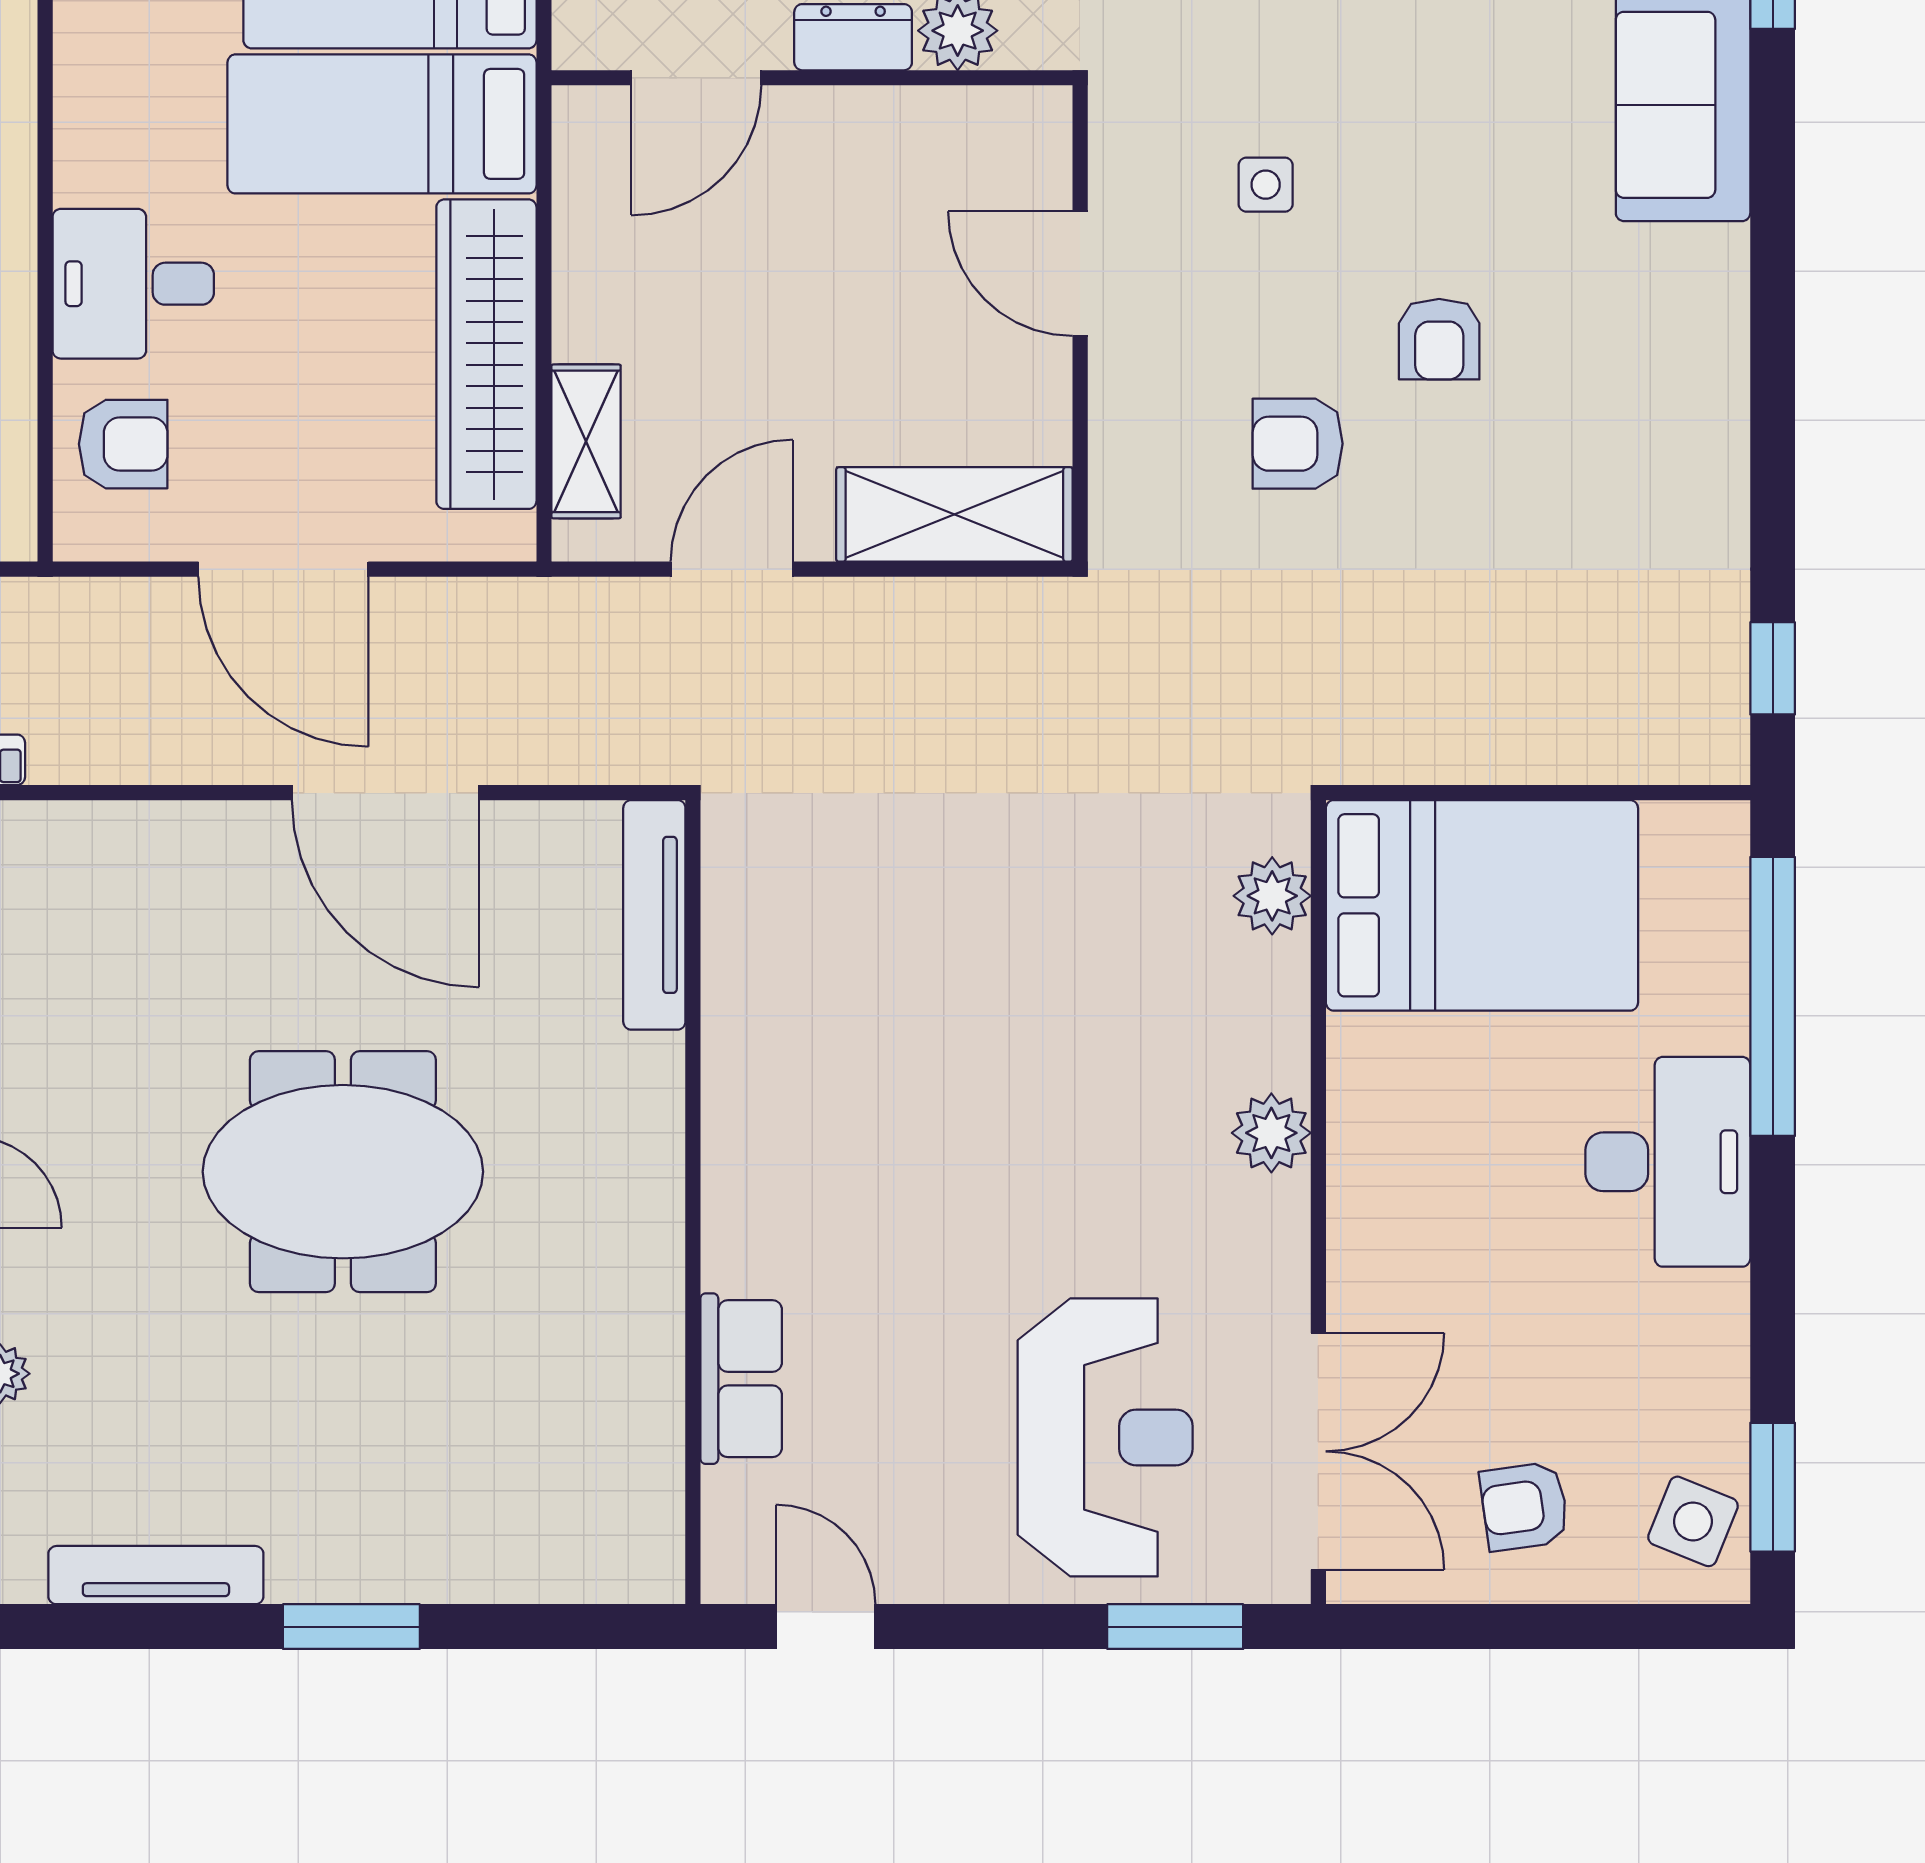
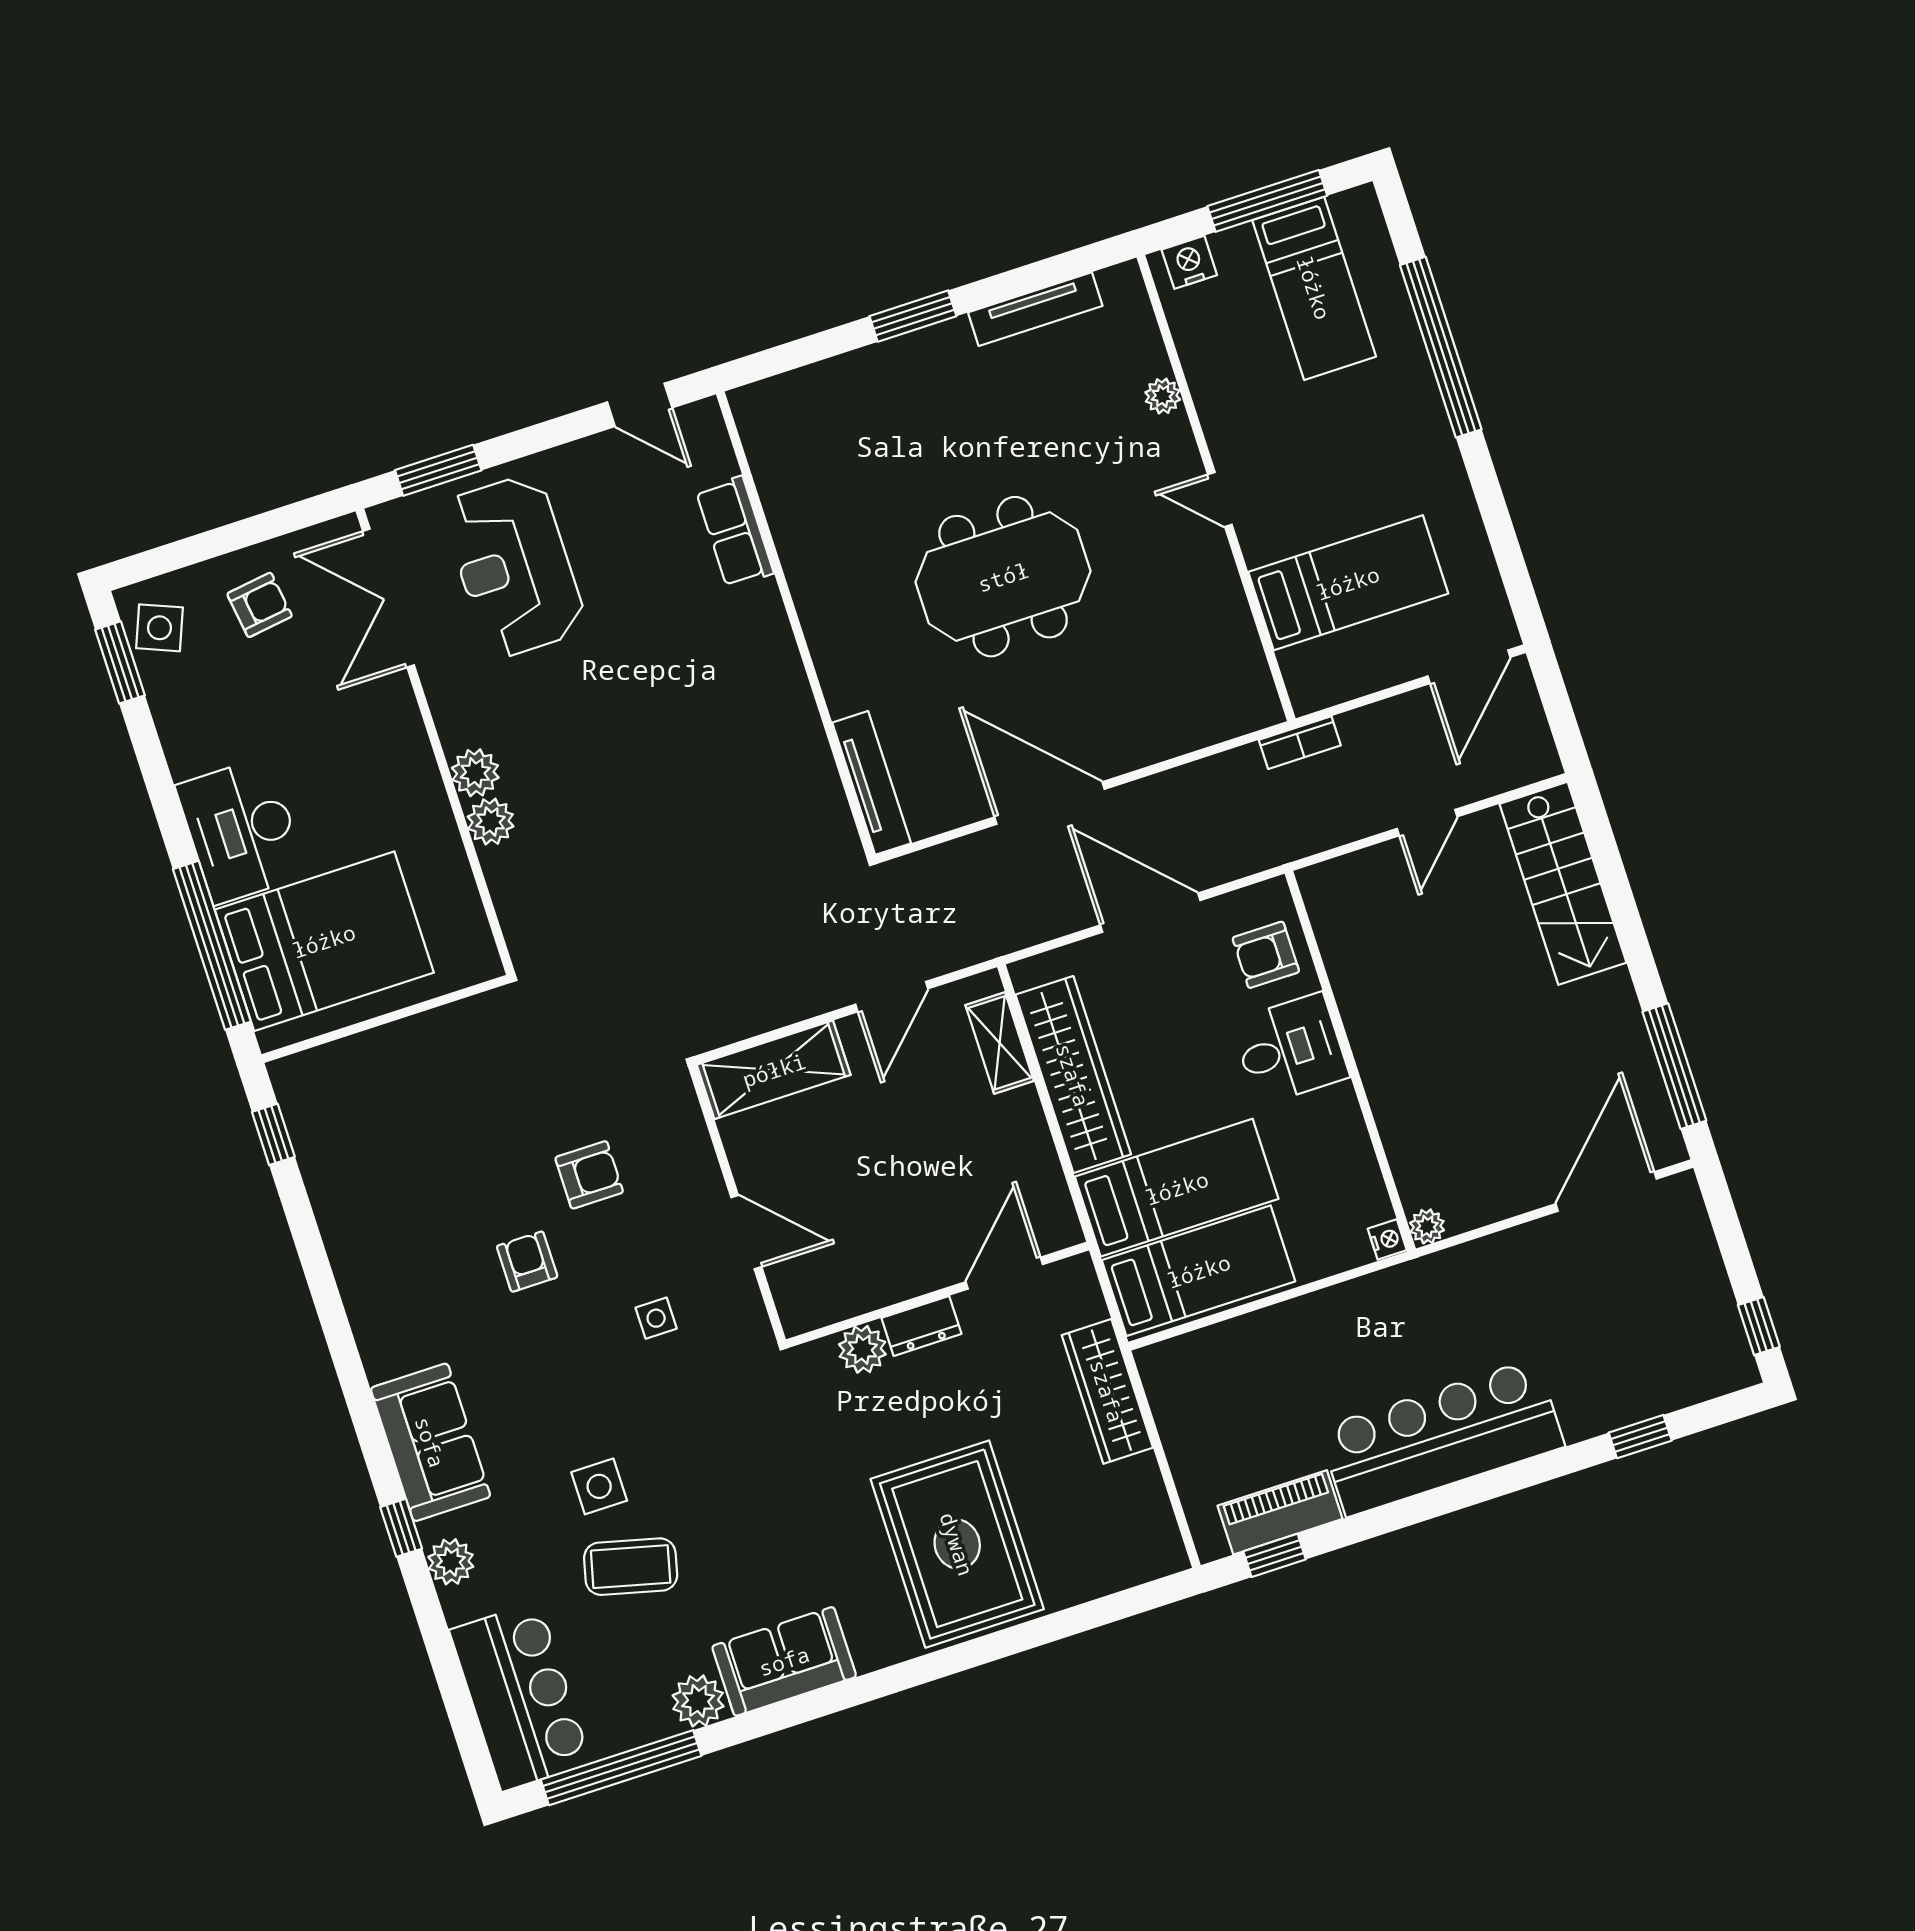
plant: (1272, 896) -> (491, 822), moved
bed: (1482, 905) -> (324, 941), moved, turned 180

